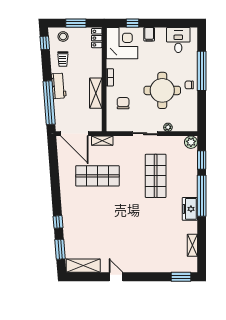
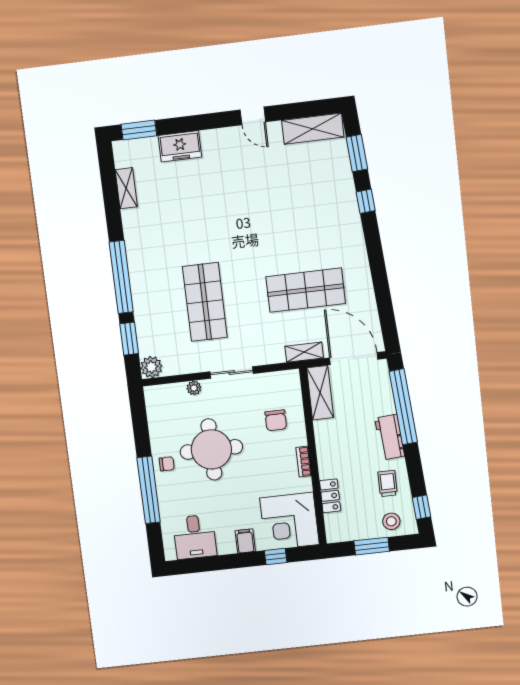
locker: (97, 38) -> (330, 496), moved
shelving: (96, 93) -> (320, 393), moved
freezer: (190, 209) -> (180, 146), moved, turned 90

